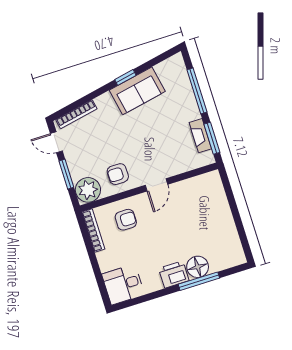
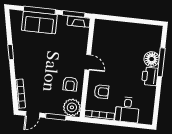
sofa: (137, 91) -> (39, 22), moved, turned 101
fireplace: (200, 136) -> (79, 22), moved
armchair: (126, 220) -> (101, 92), turned 90
desk: (123, 284) -> (127, 110), moved

